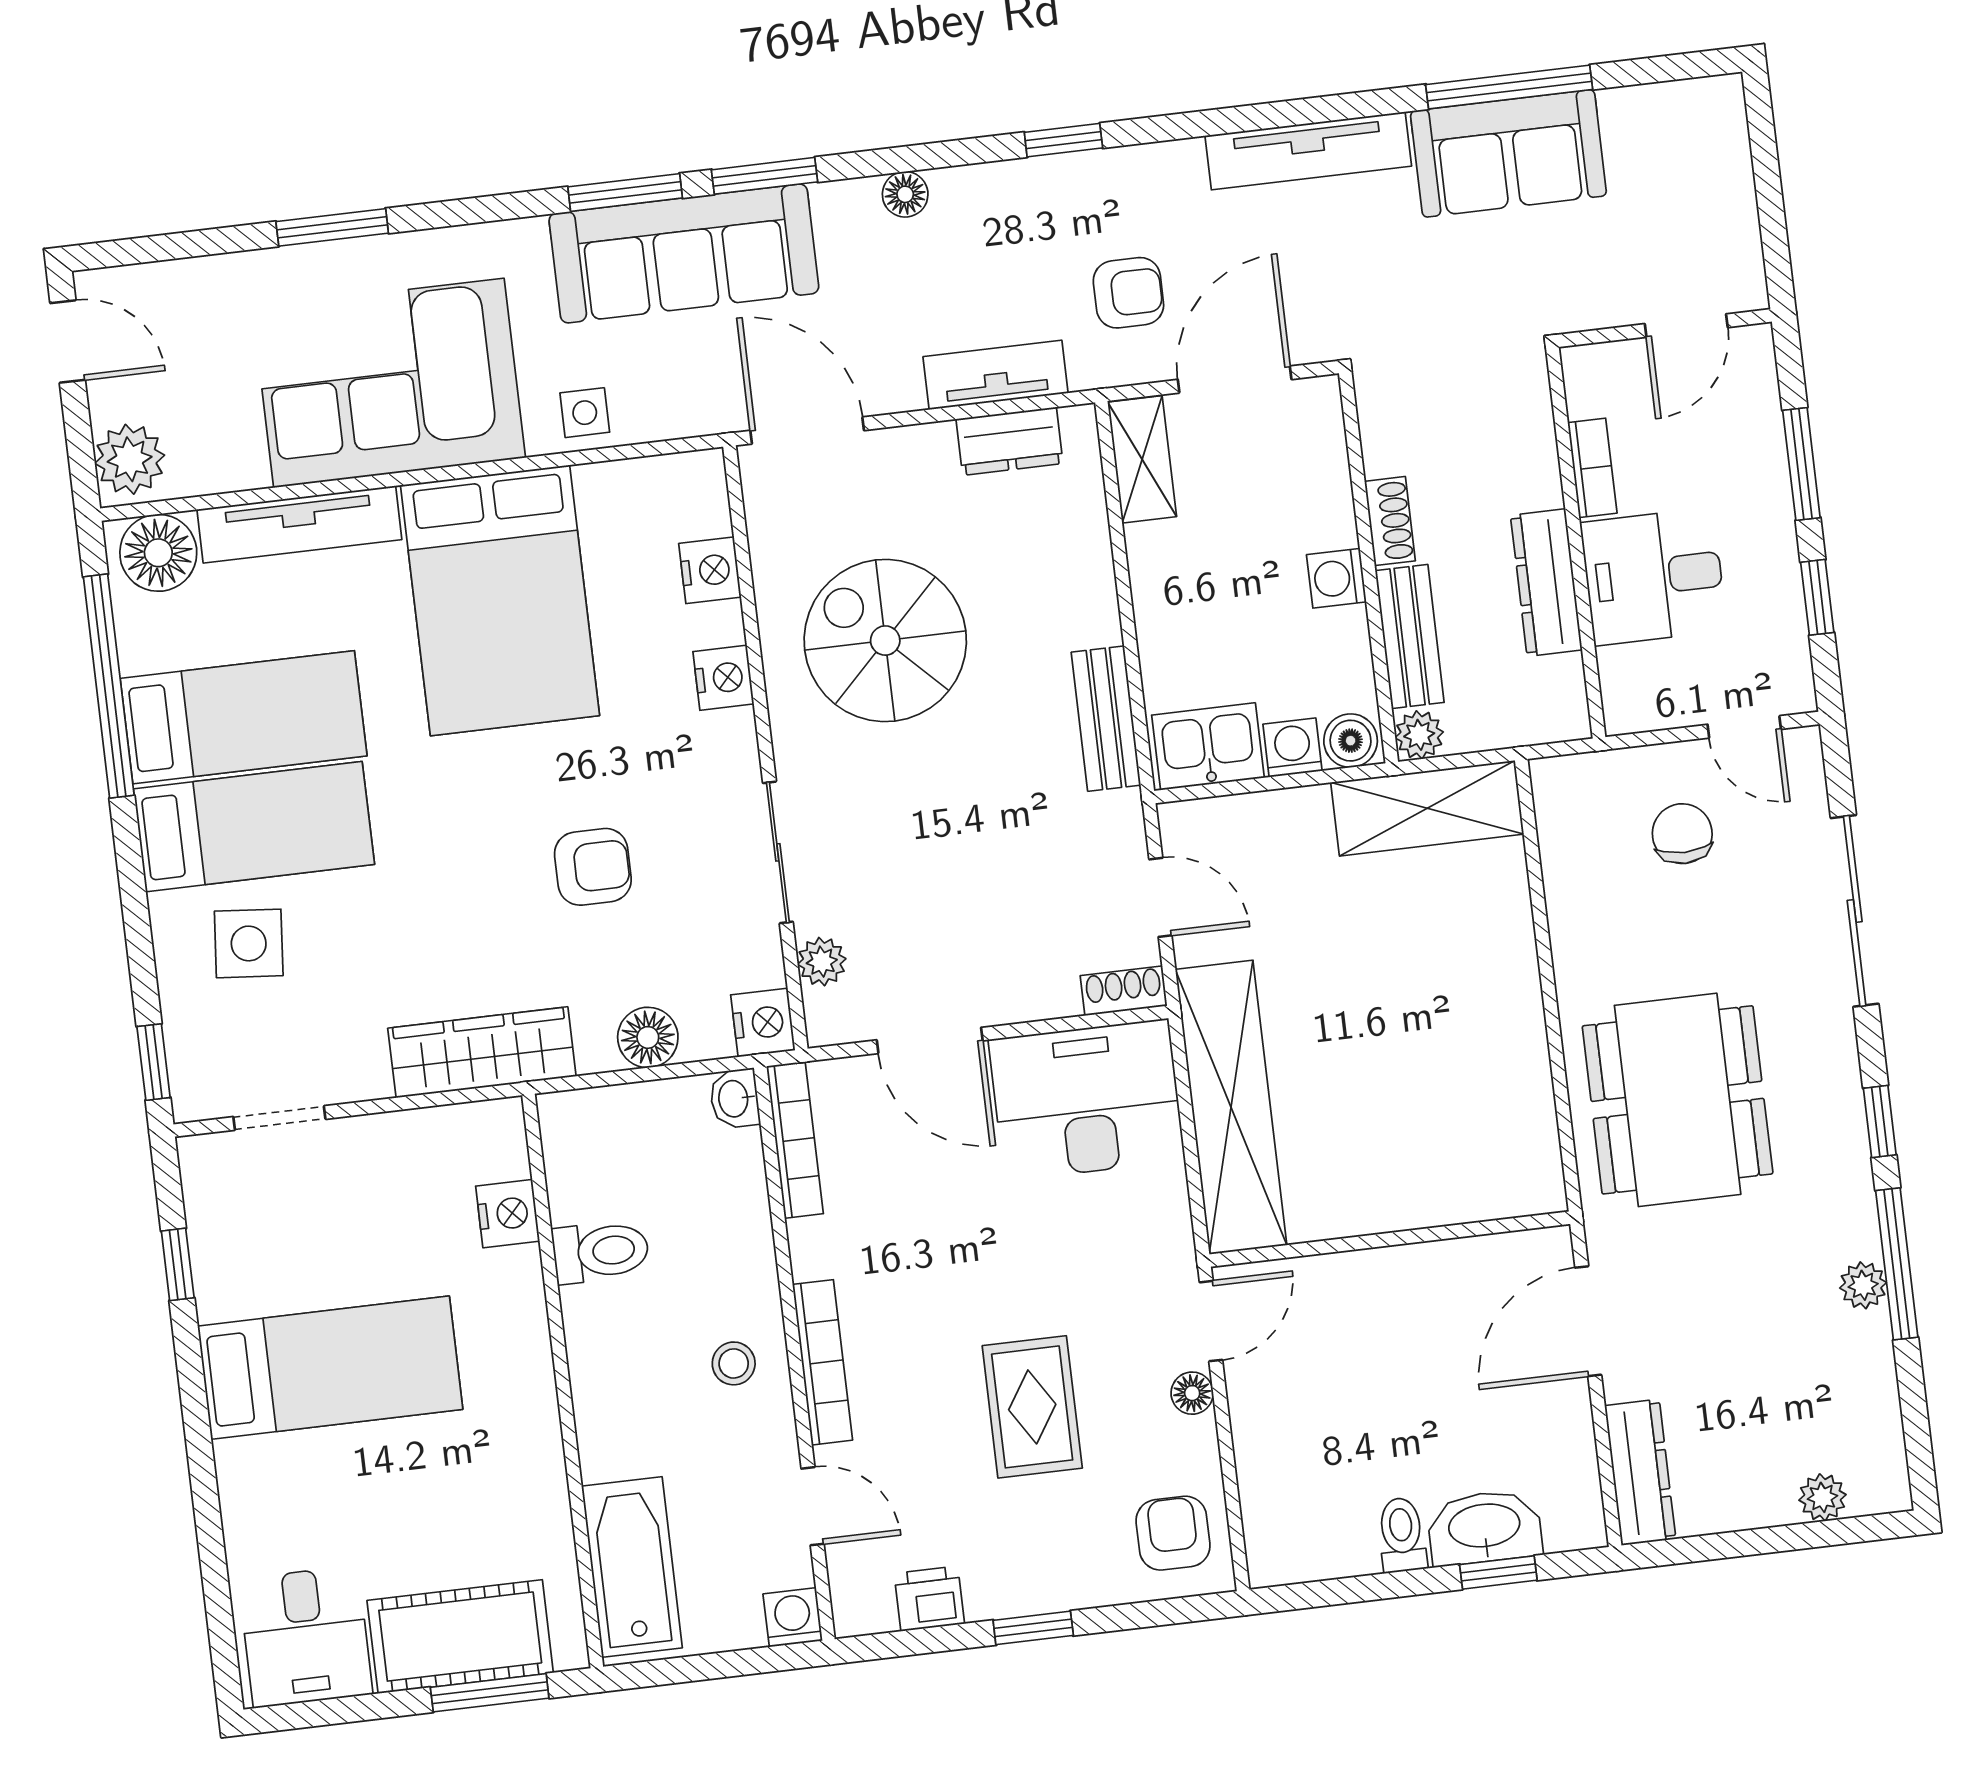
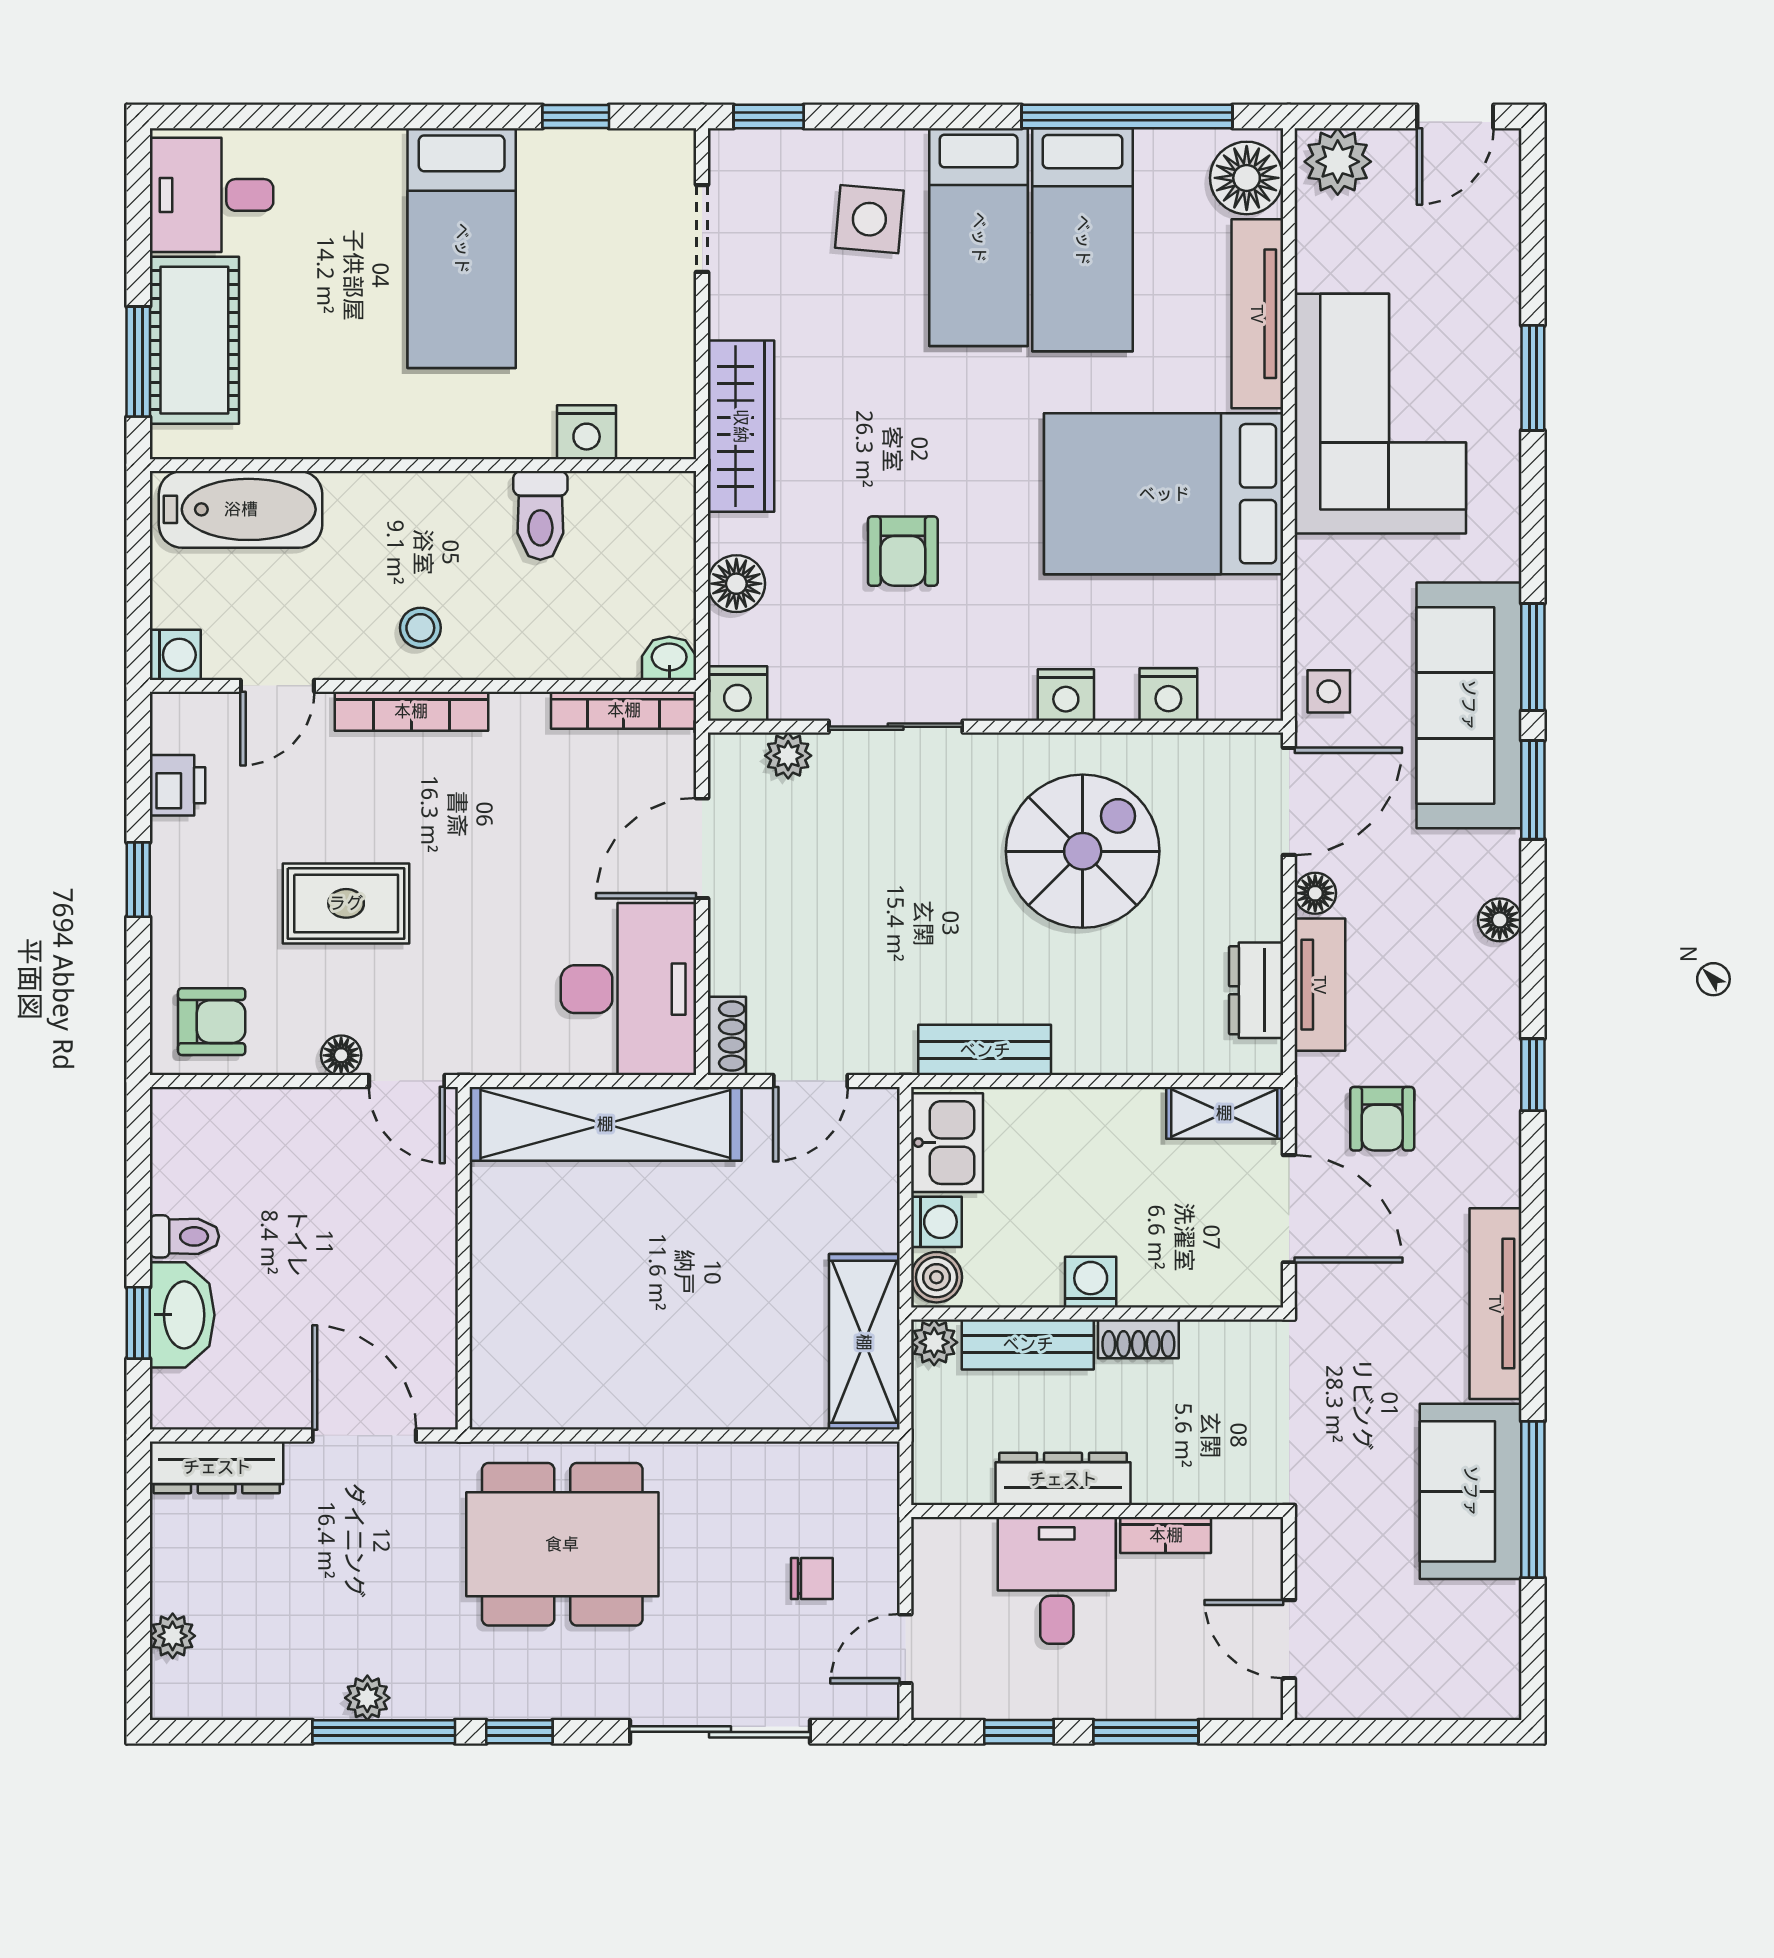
floor lamp: (900, 391) -> (1315, 893), added
side table: (585, 413) -> (1329, 691), moved
chair: (1682, 834) -> (812, 1578), width x0.73, depth x0.73

